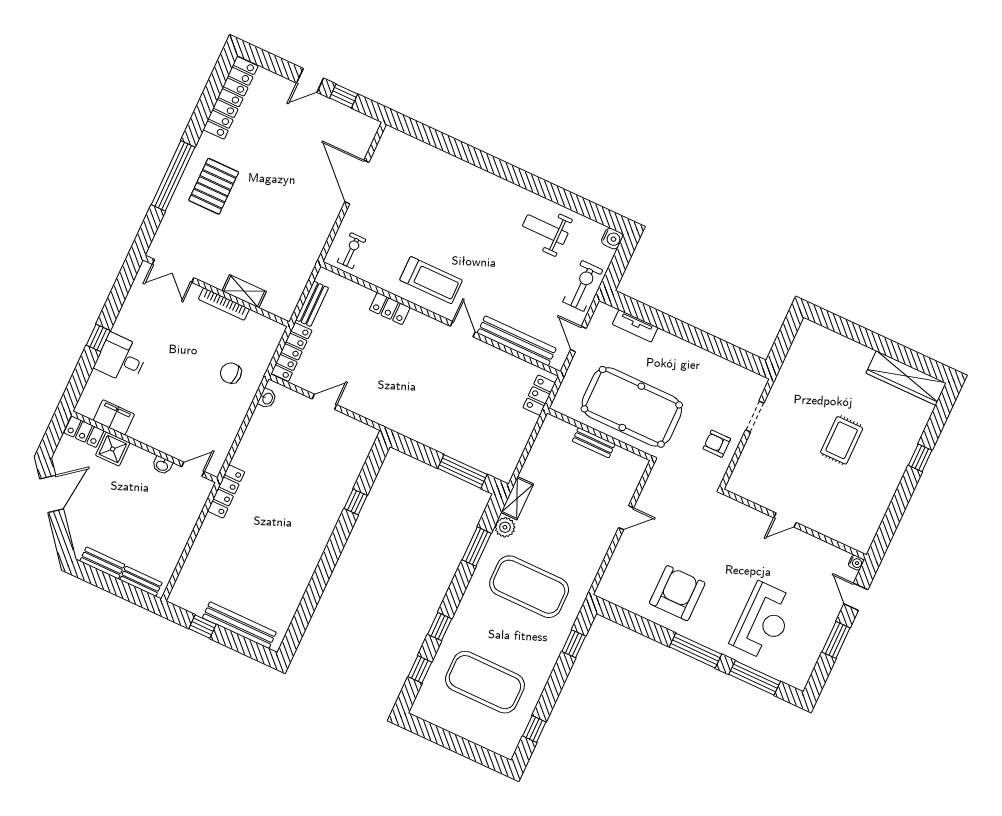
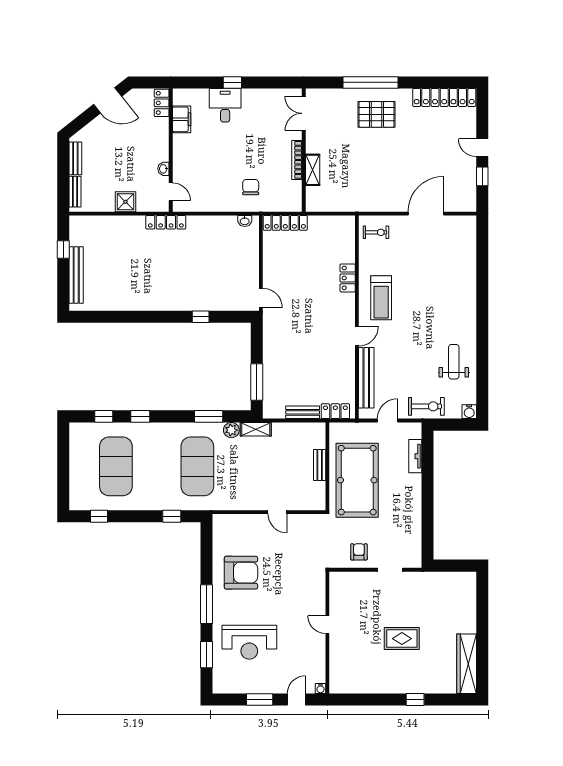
bench: (312, 304) -> (303, 412), moved
door: (324, 402) -> (261, 298), moved
shower: (113, 449) -> (125, 202), moved
window: (755, 678) -> (207, 655), width x0.69

